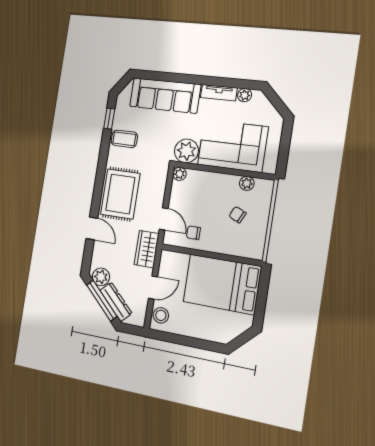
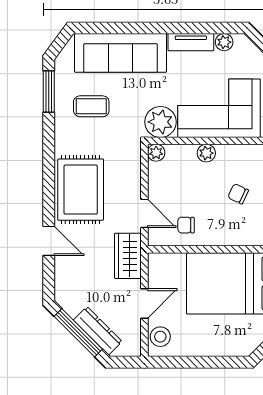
window: (109, 119) -> (49, 91), width x1.50
coffee table: (124, 139) -> (91, 106), moved
plant: (247, 183) -> (206, 153), moved
plant: (101, 277) -> (72, 302), removed

